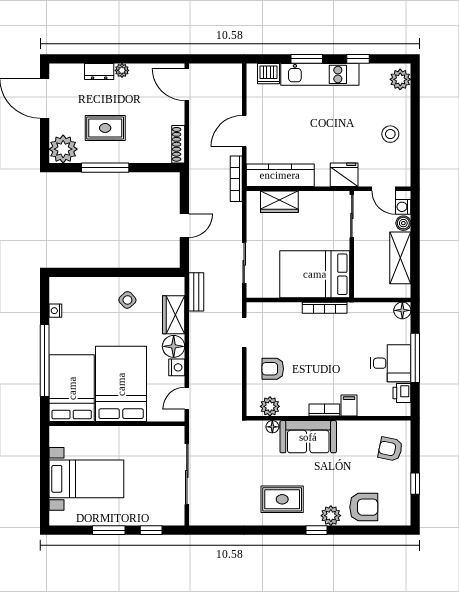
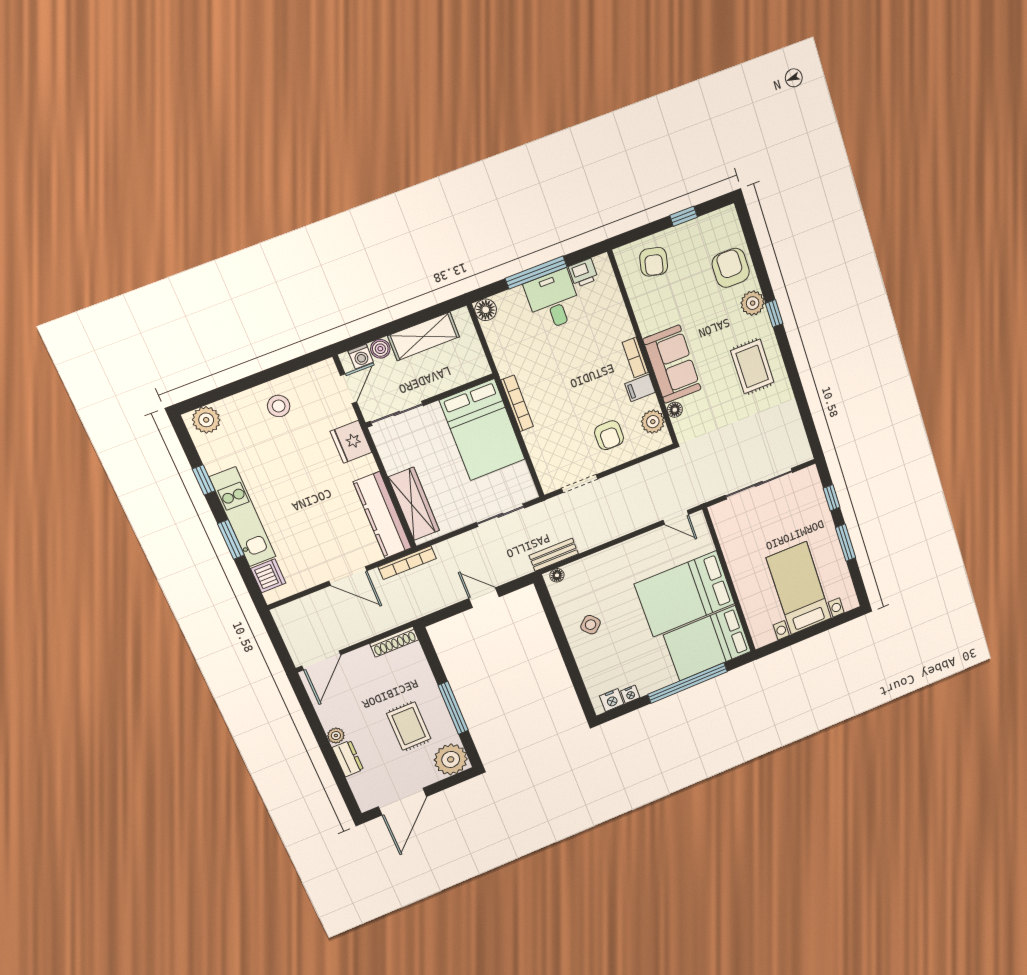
wardrobe: (279, 202) -> (414, 504), width x1.50
wardrobe: (174, 315) -> (589, 569), removed
floor lamp: (174, 346) -> (557, 575), moved, width x0.53, depth x0.53
nightstand: (177, 367) -> (612, 700), moved, turned 180
filing cabinet: (349, 406) -> (640, 388), moved

